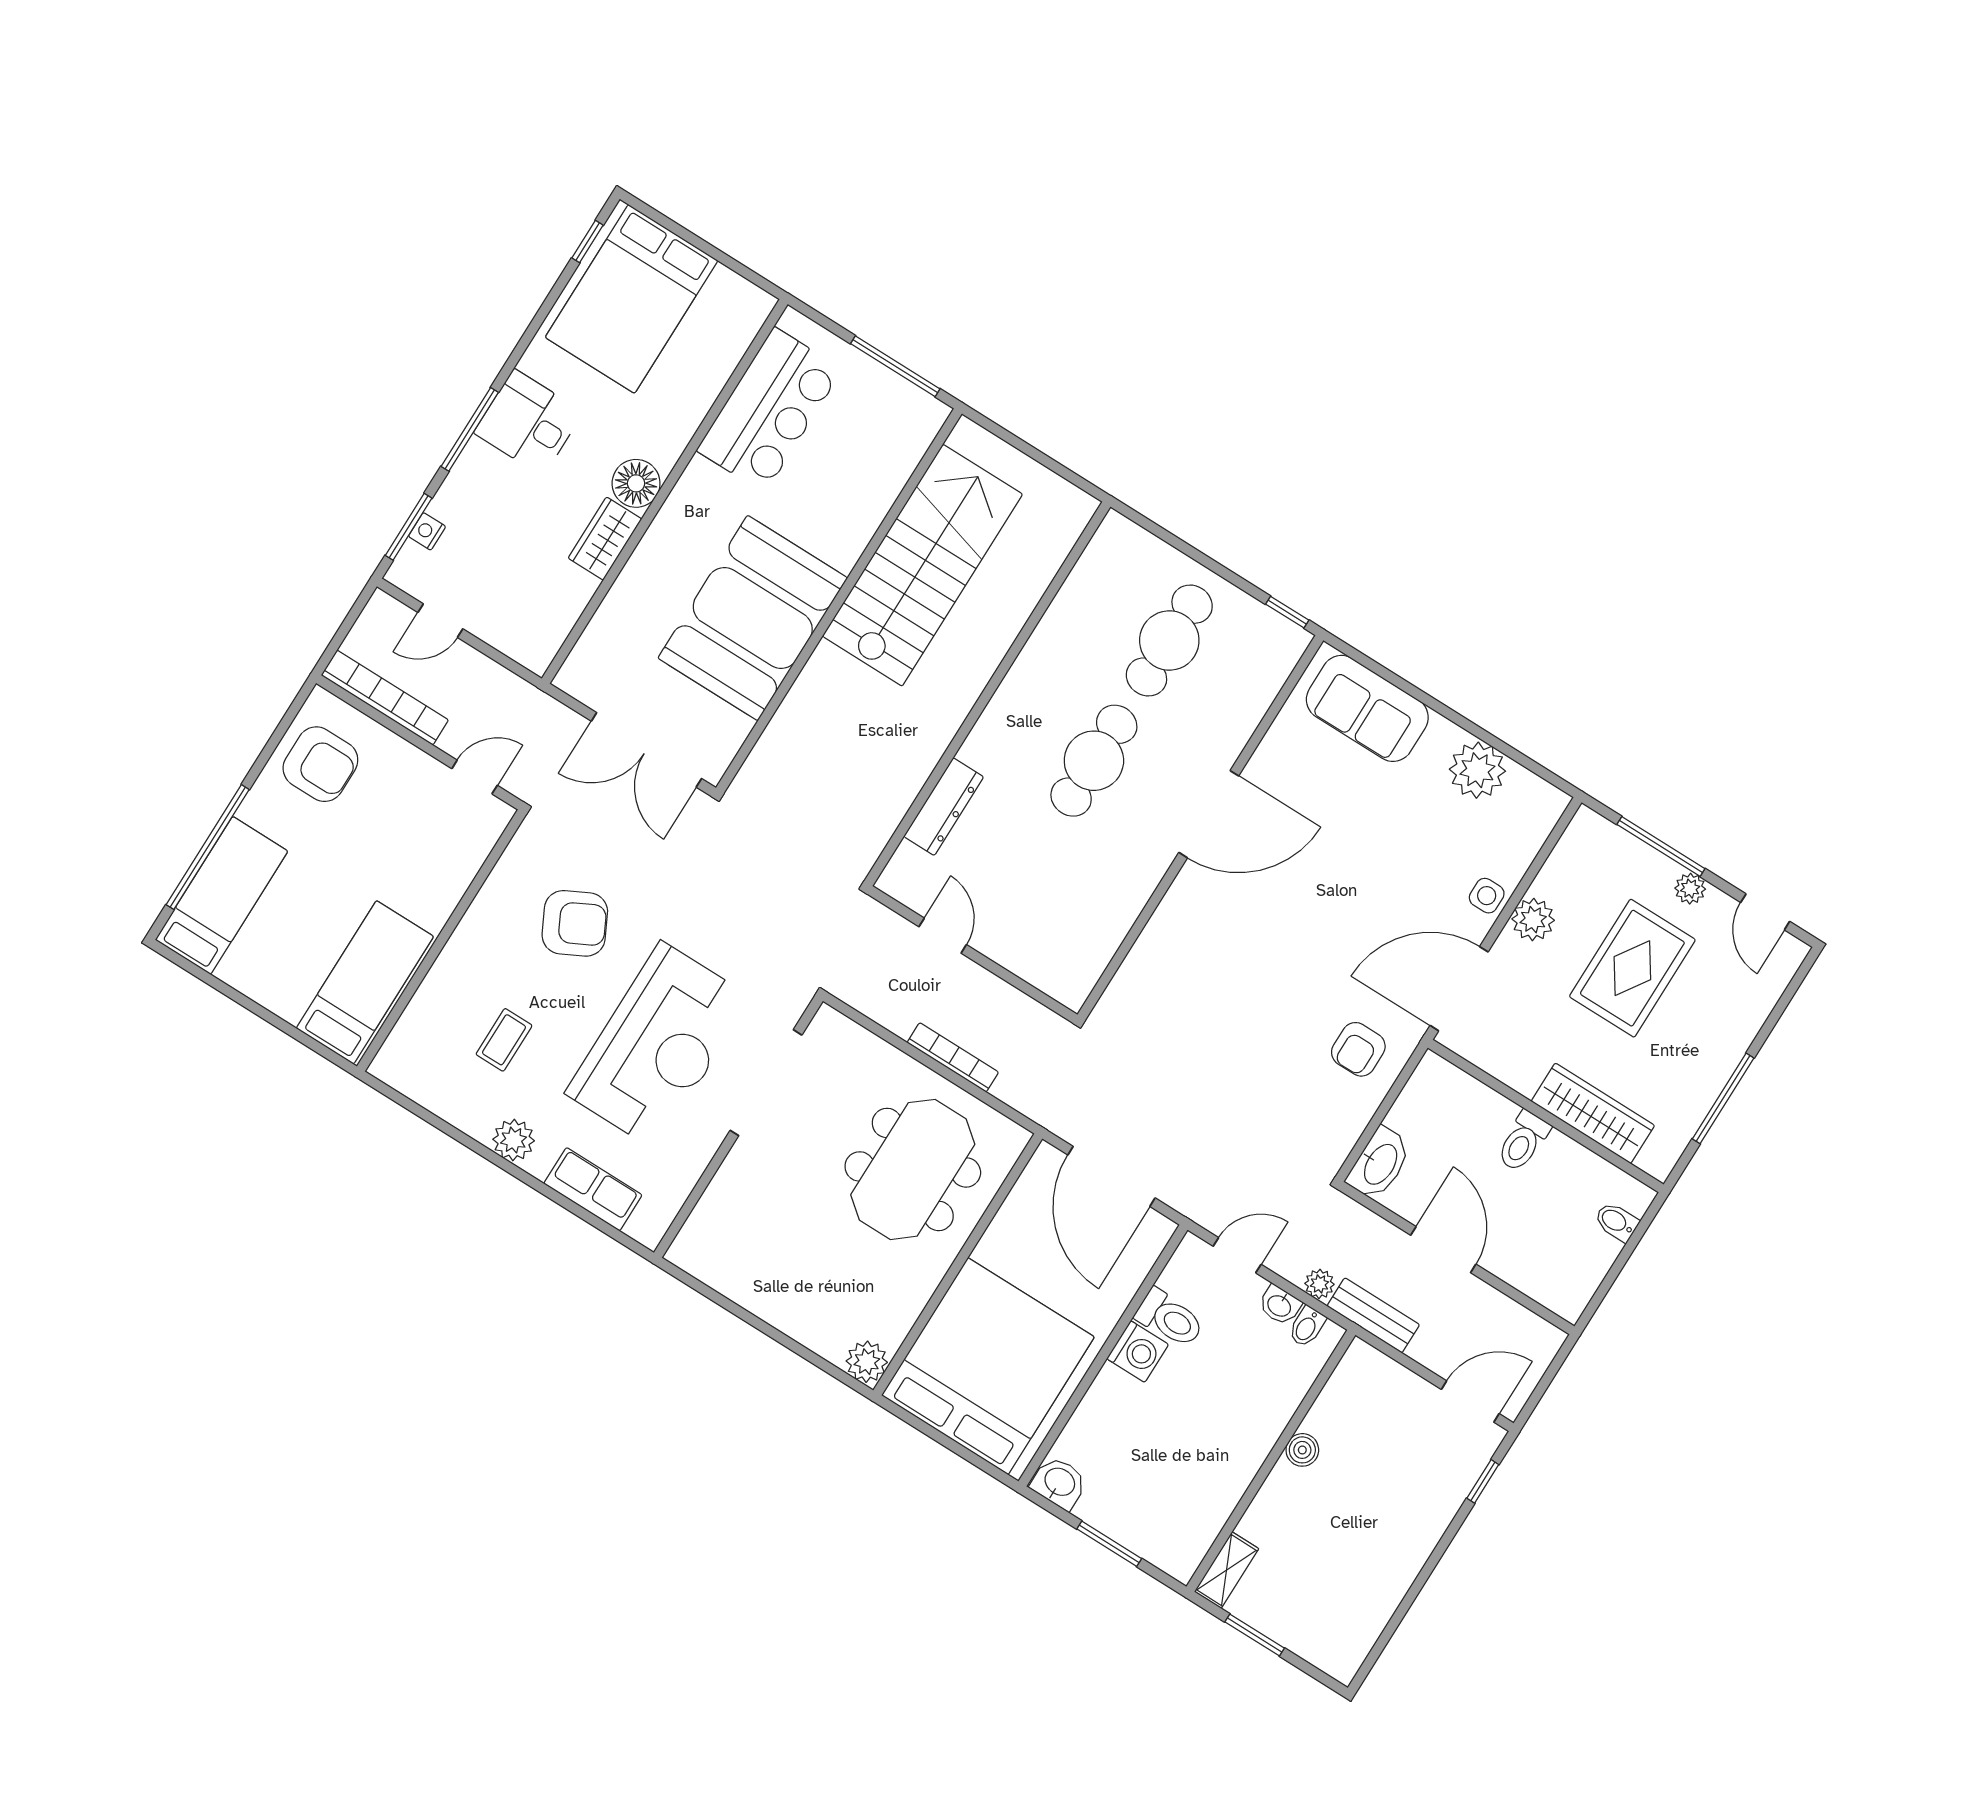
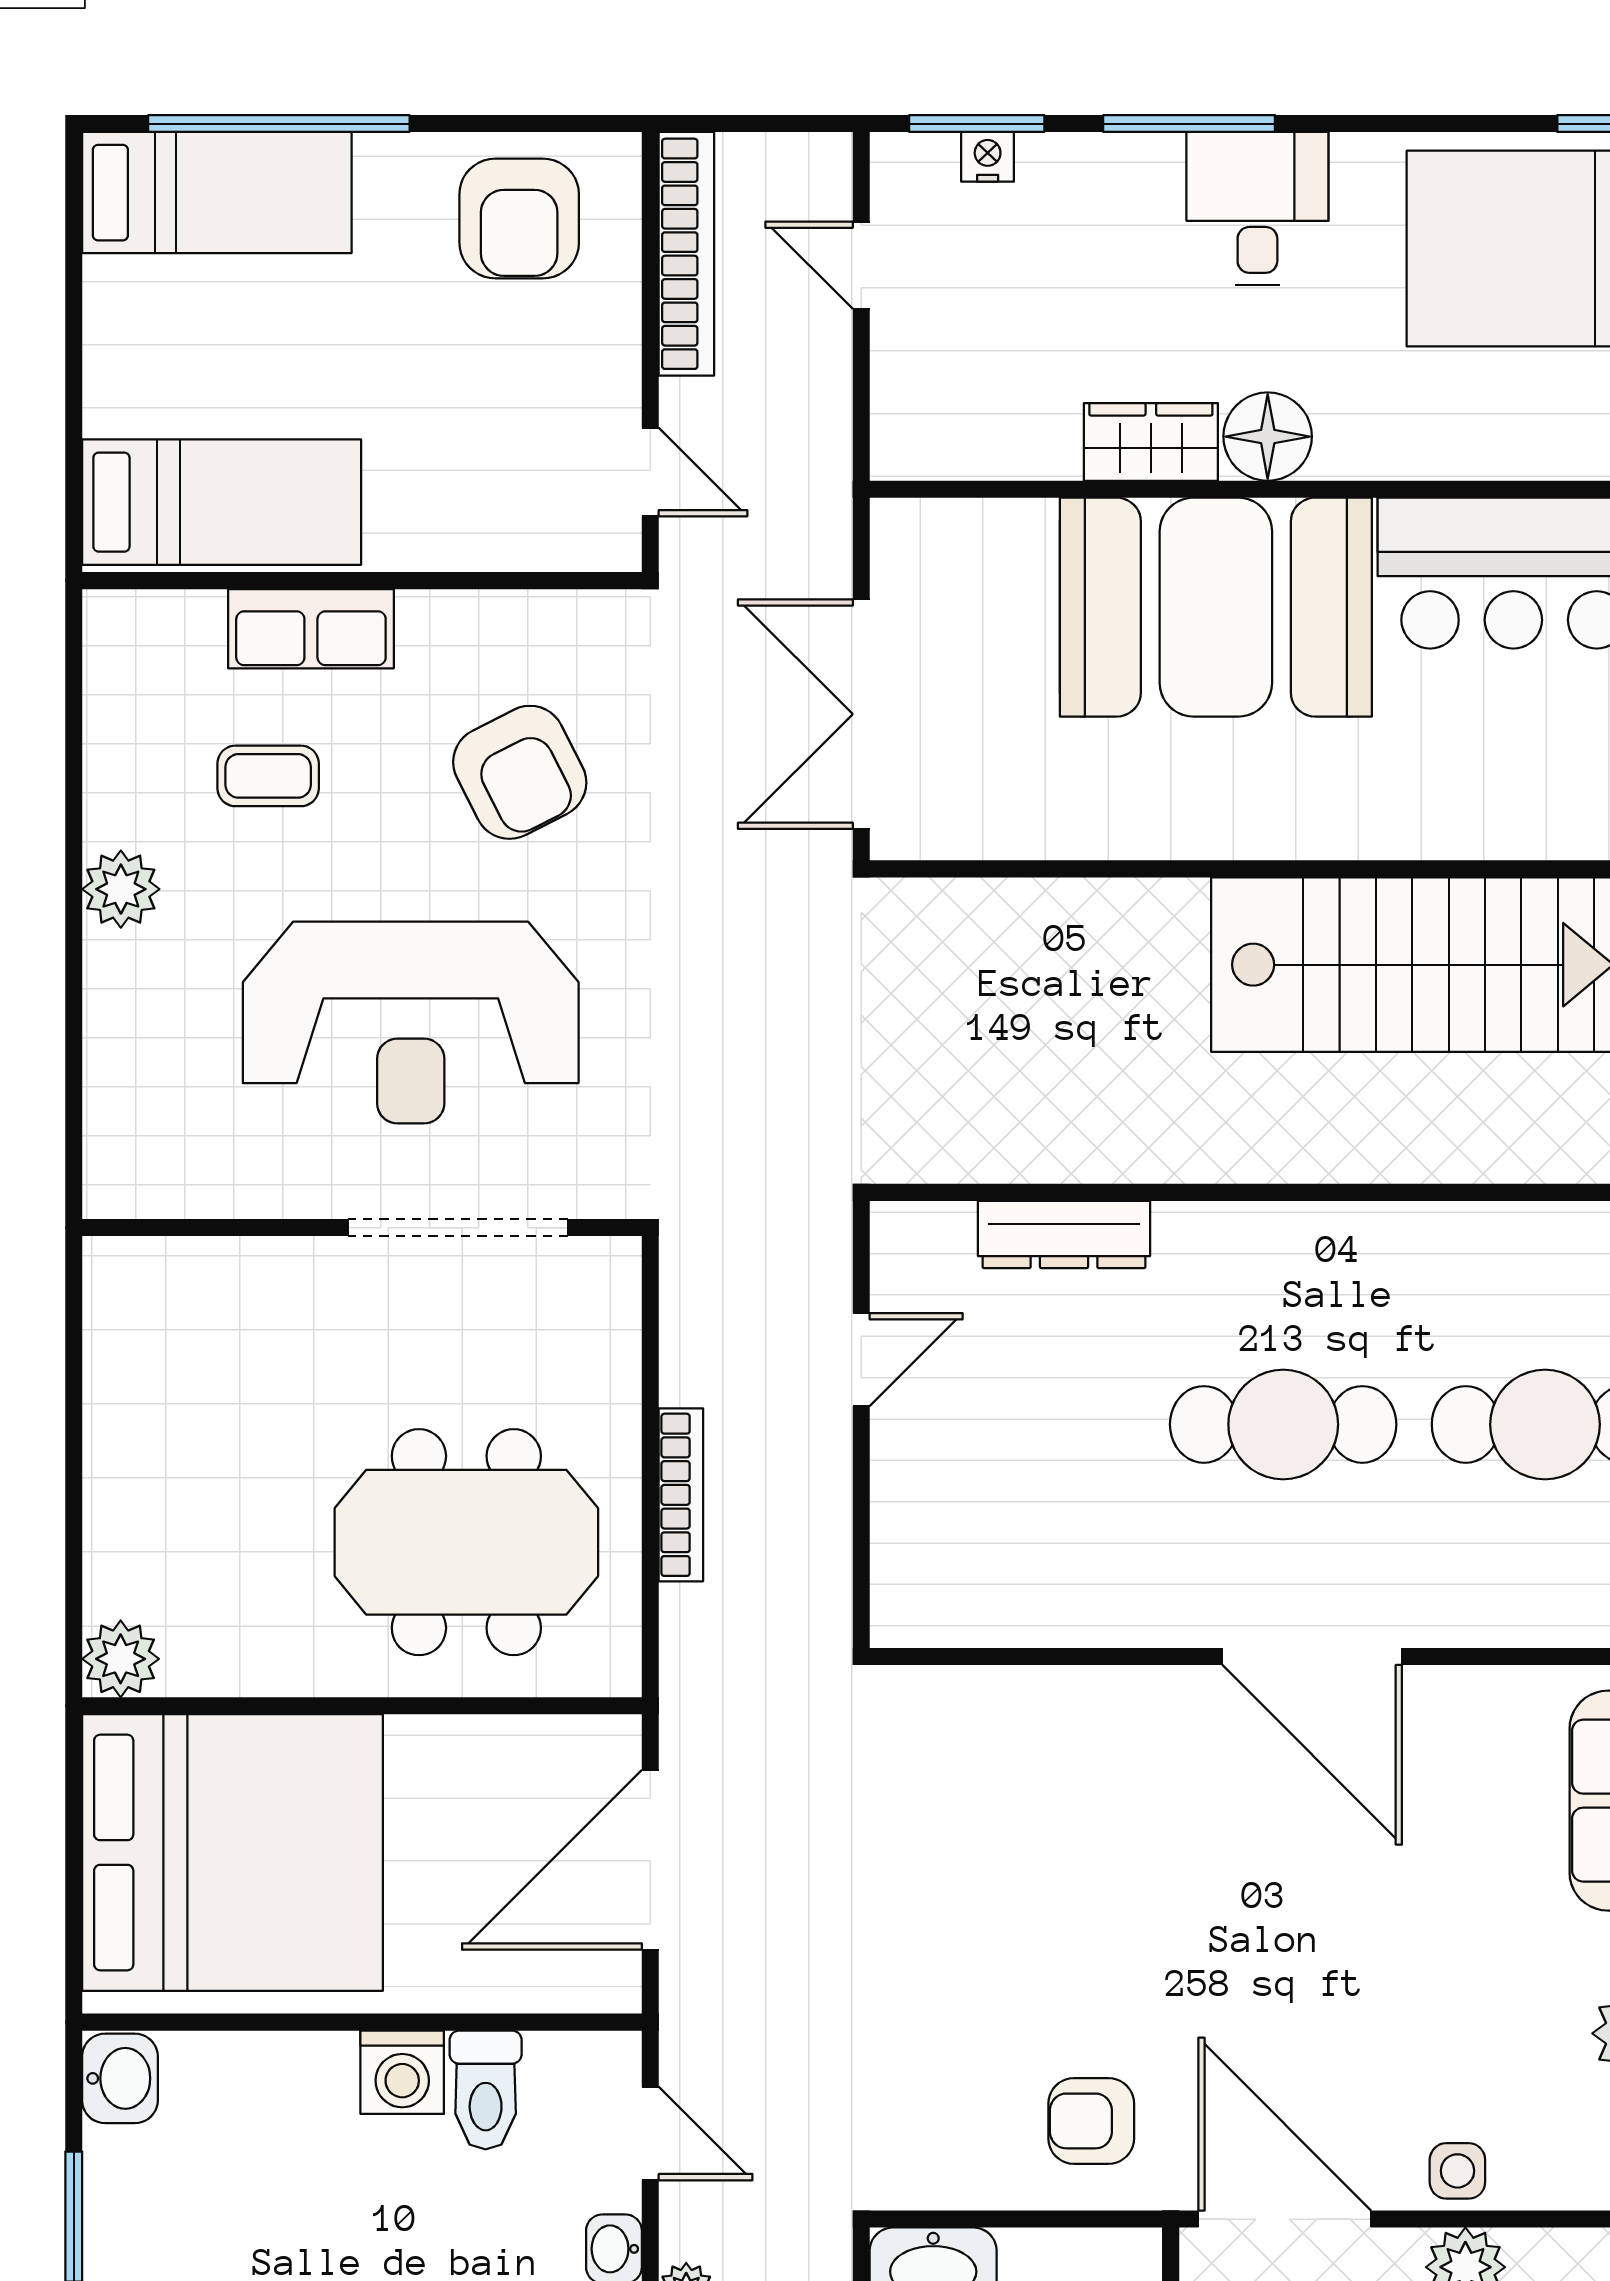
booth: (753, 618) -> (1216, 607), moved
row of seats: (593, 1189) -> (311, 629), moved, turned 90

